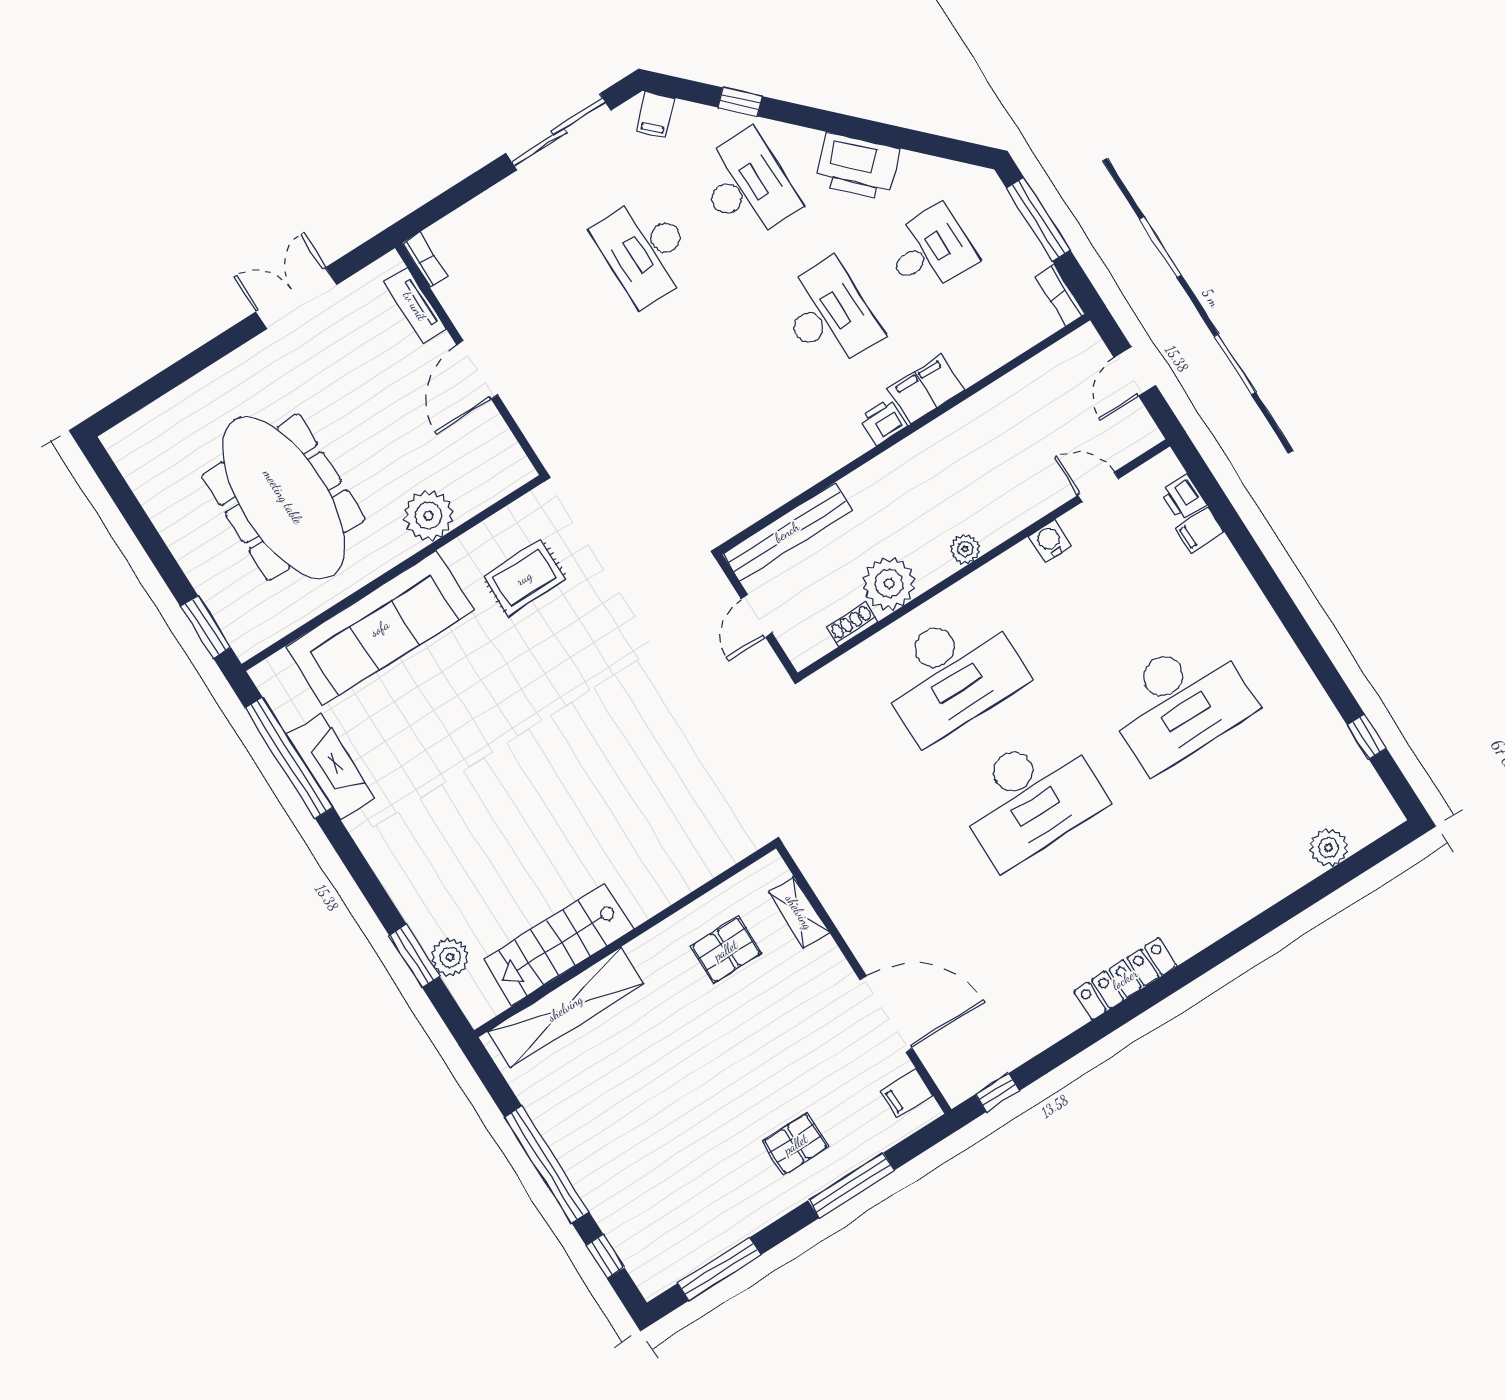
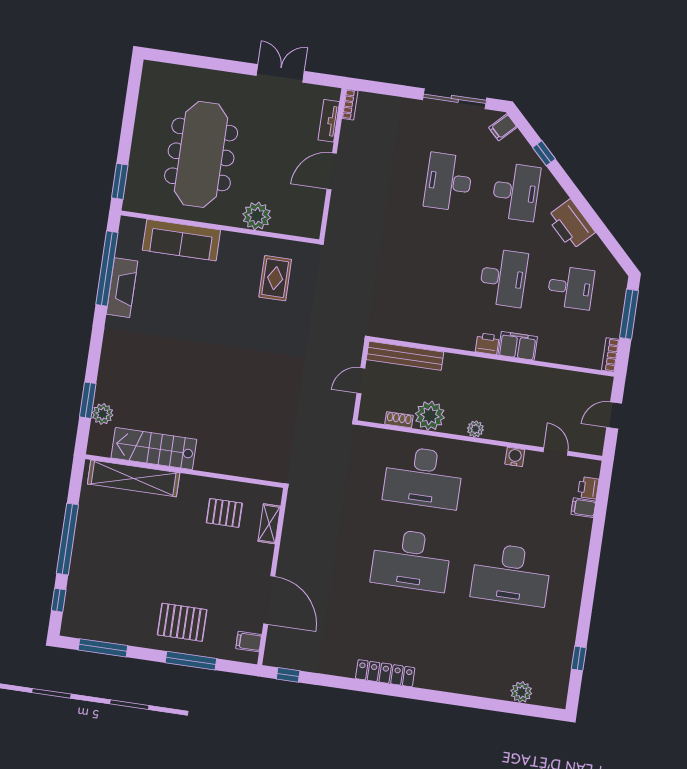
rug: (524, 578) -> (275, 278), turned 90
sofa: (380, 628) -> (181, 240), width x0.74, depth x0.79
pallet: (796, 1144) -> (182, 622), width x1.50, depth x1.42

